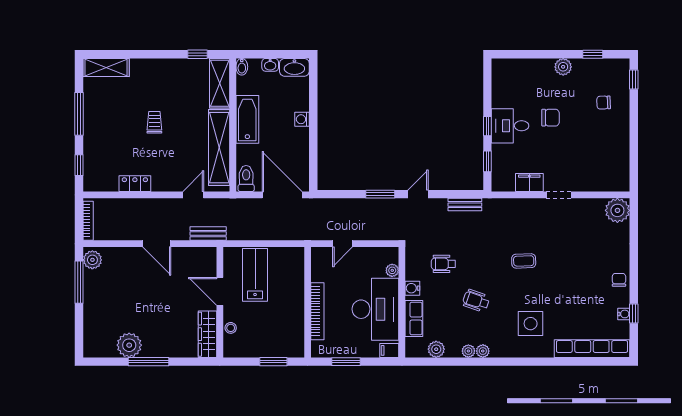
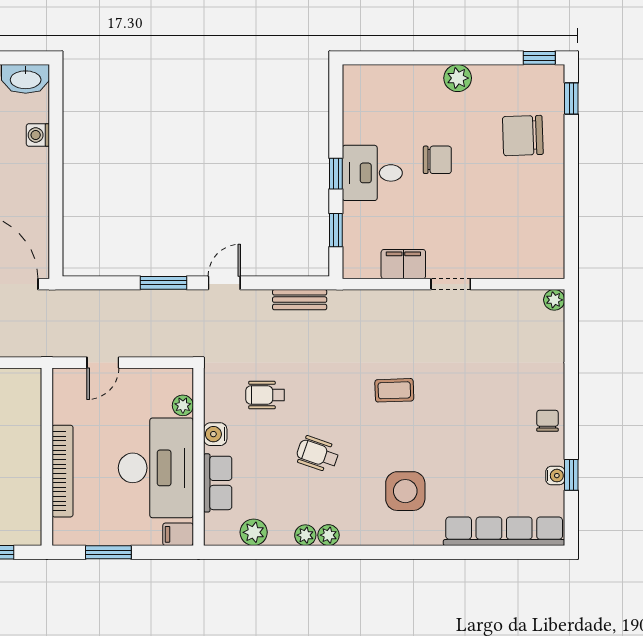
window: (593, 54) -> (539, 58), moved
chair: (604, 103) -> (523, 136), width x1.87, depth x1.87
washing machine: (302, 119) -> (38, 135), moved
plant: (617, 210) -> (554, 300), width x0.53, depth x0.53

